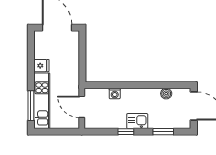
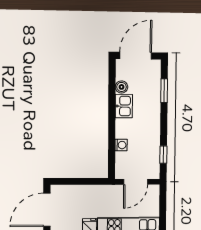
kitchen sink: (137, 121) -> (124, 106), moved, turned 180
window: (126, 132) -> (163, 155), moved

